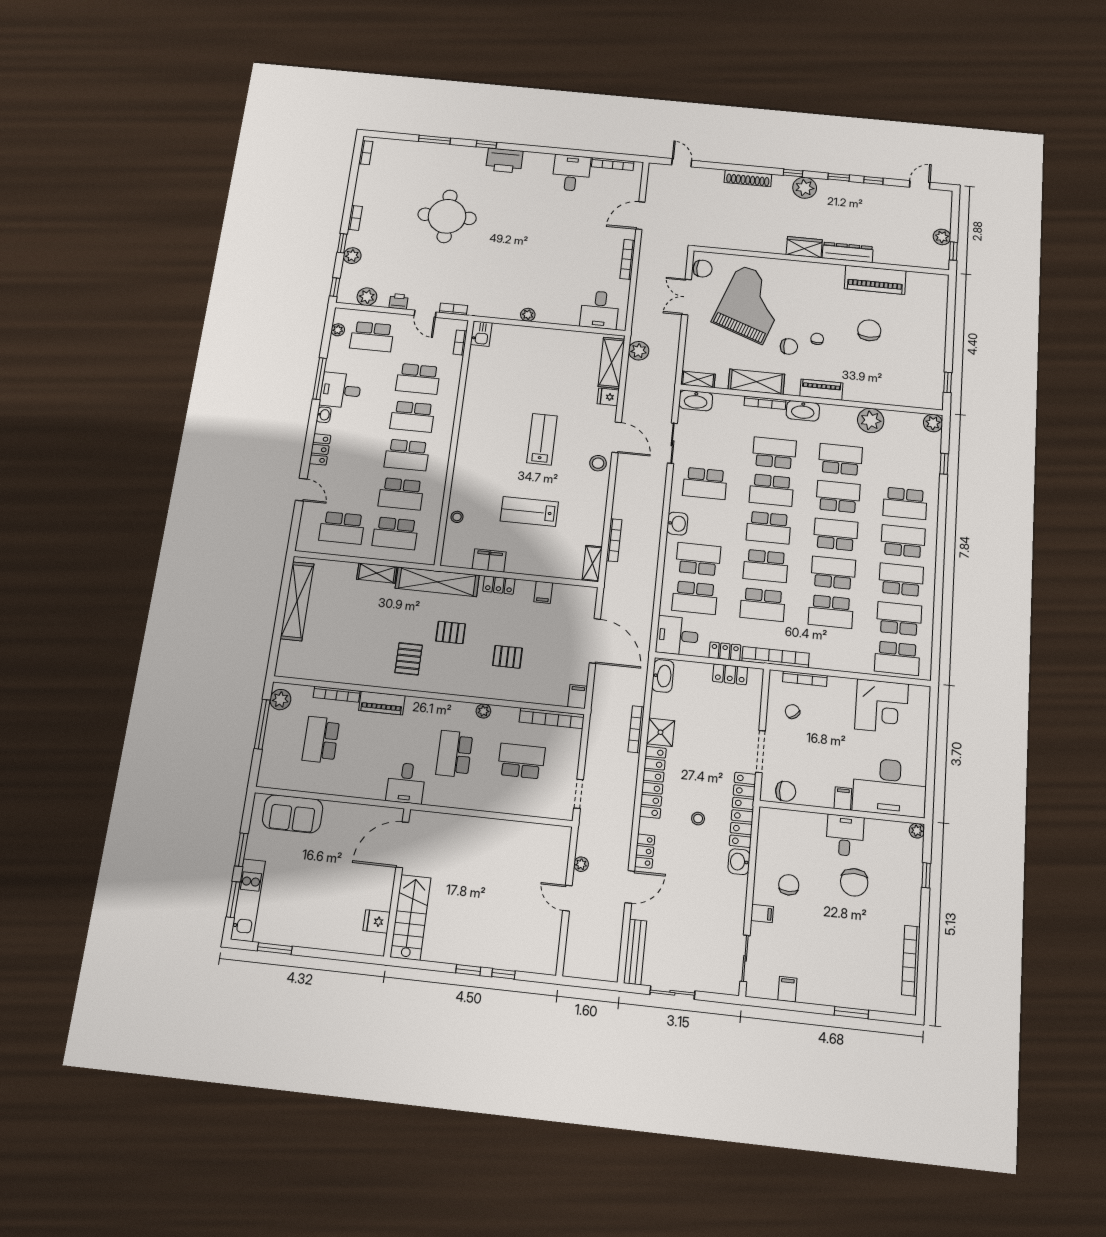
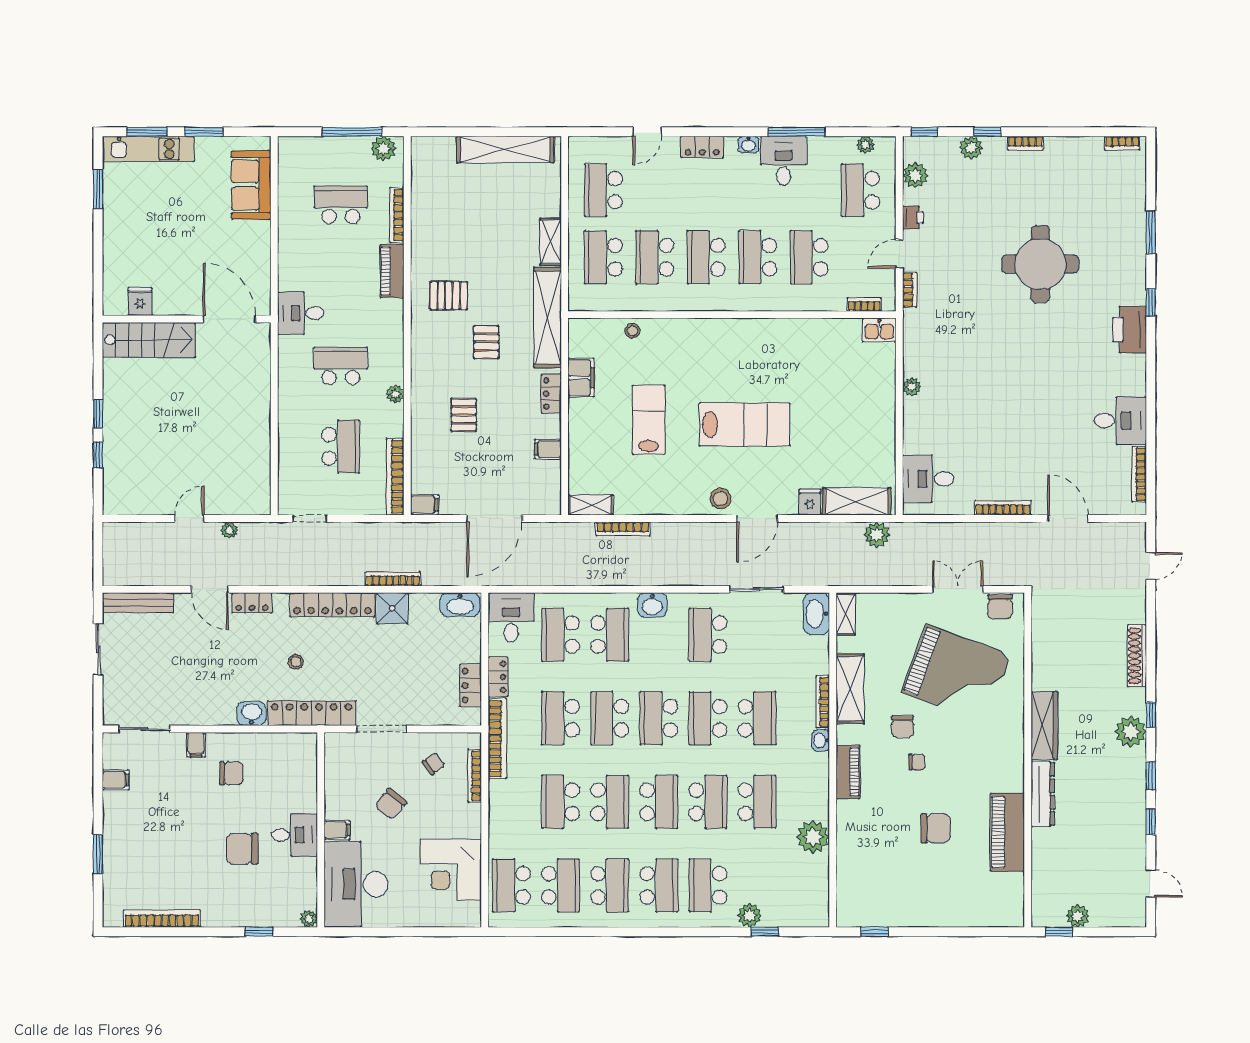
wardrobe: (804, 247) -> (1044, 725), width x1.50
washbasin: (803, 411) -> (821, 740), width x0.52, depth x0.69
plant: (933, 423) -> (750, 915), moved
lab bench: (542, 439) -> (745, 425), width x1.36, depth x1.39
chair: (786, 791) -> (391, 804), moved, turned 39

